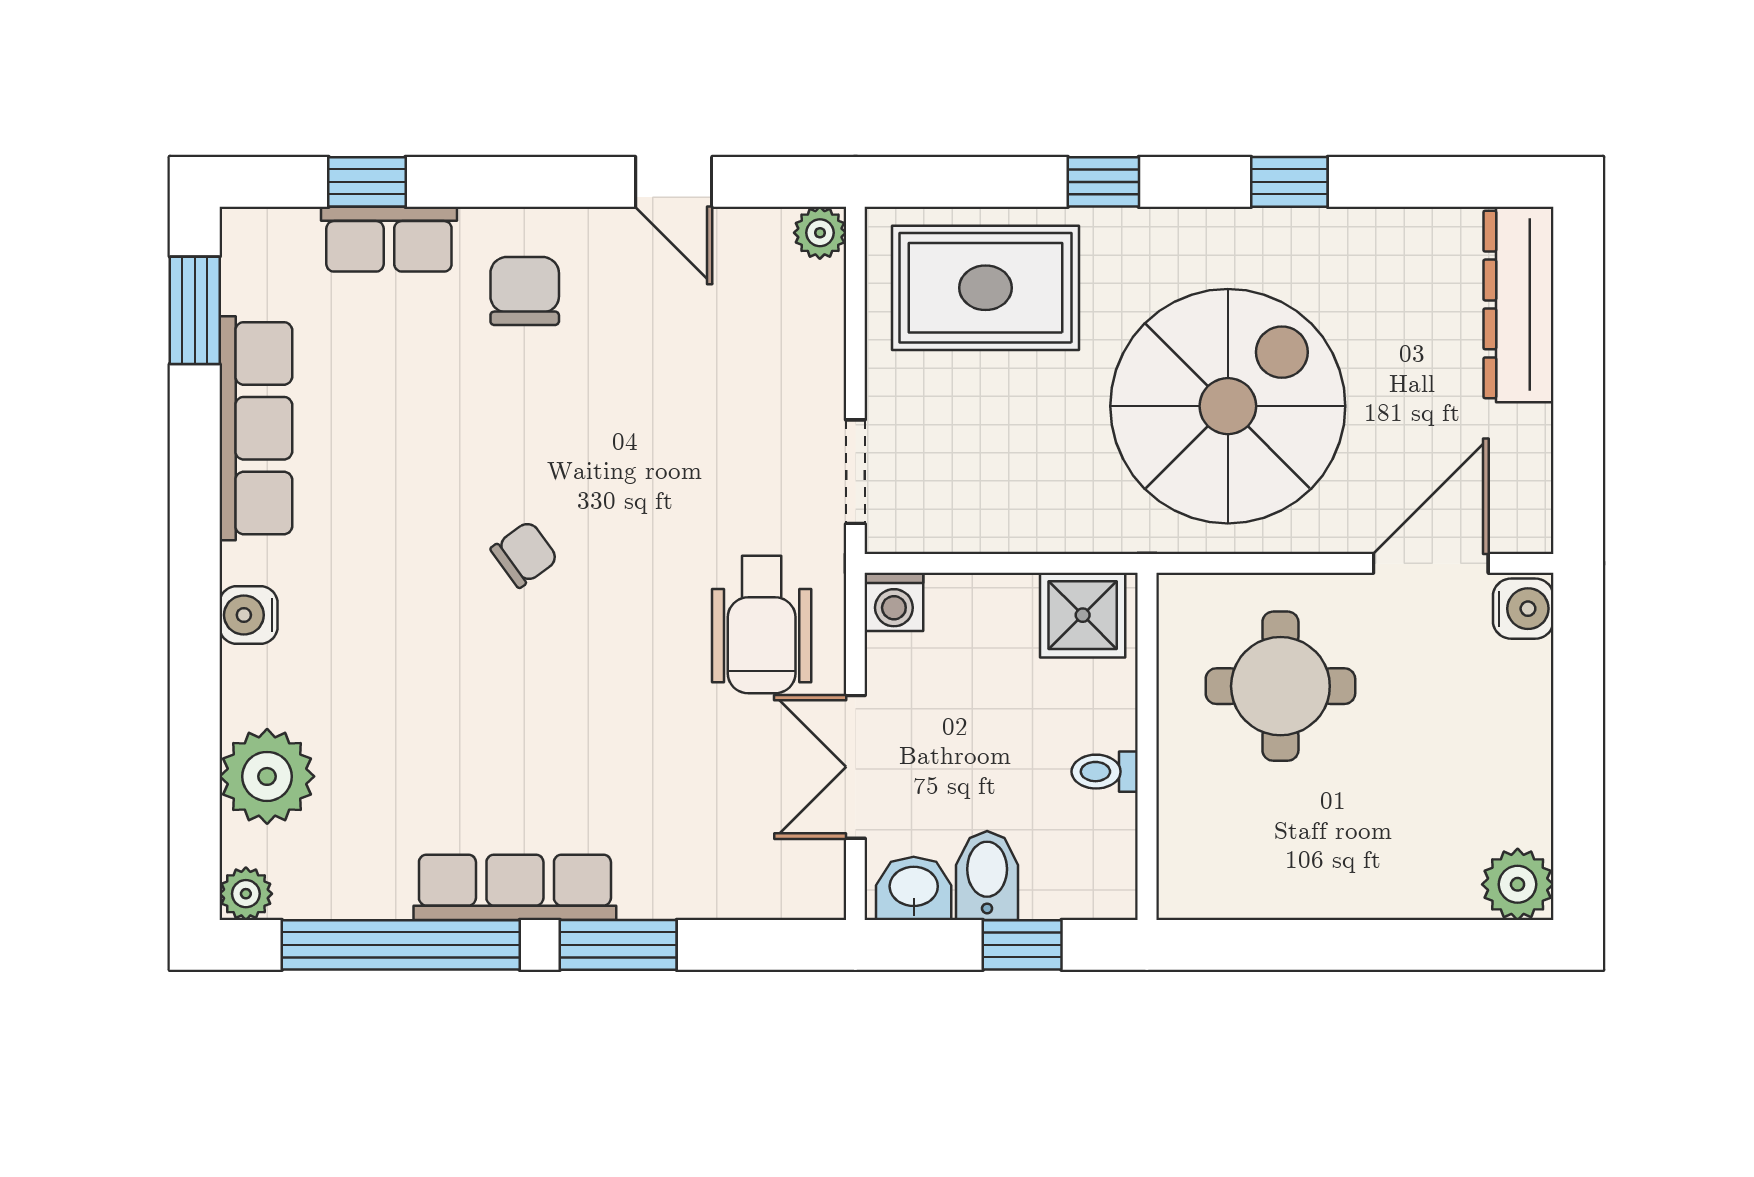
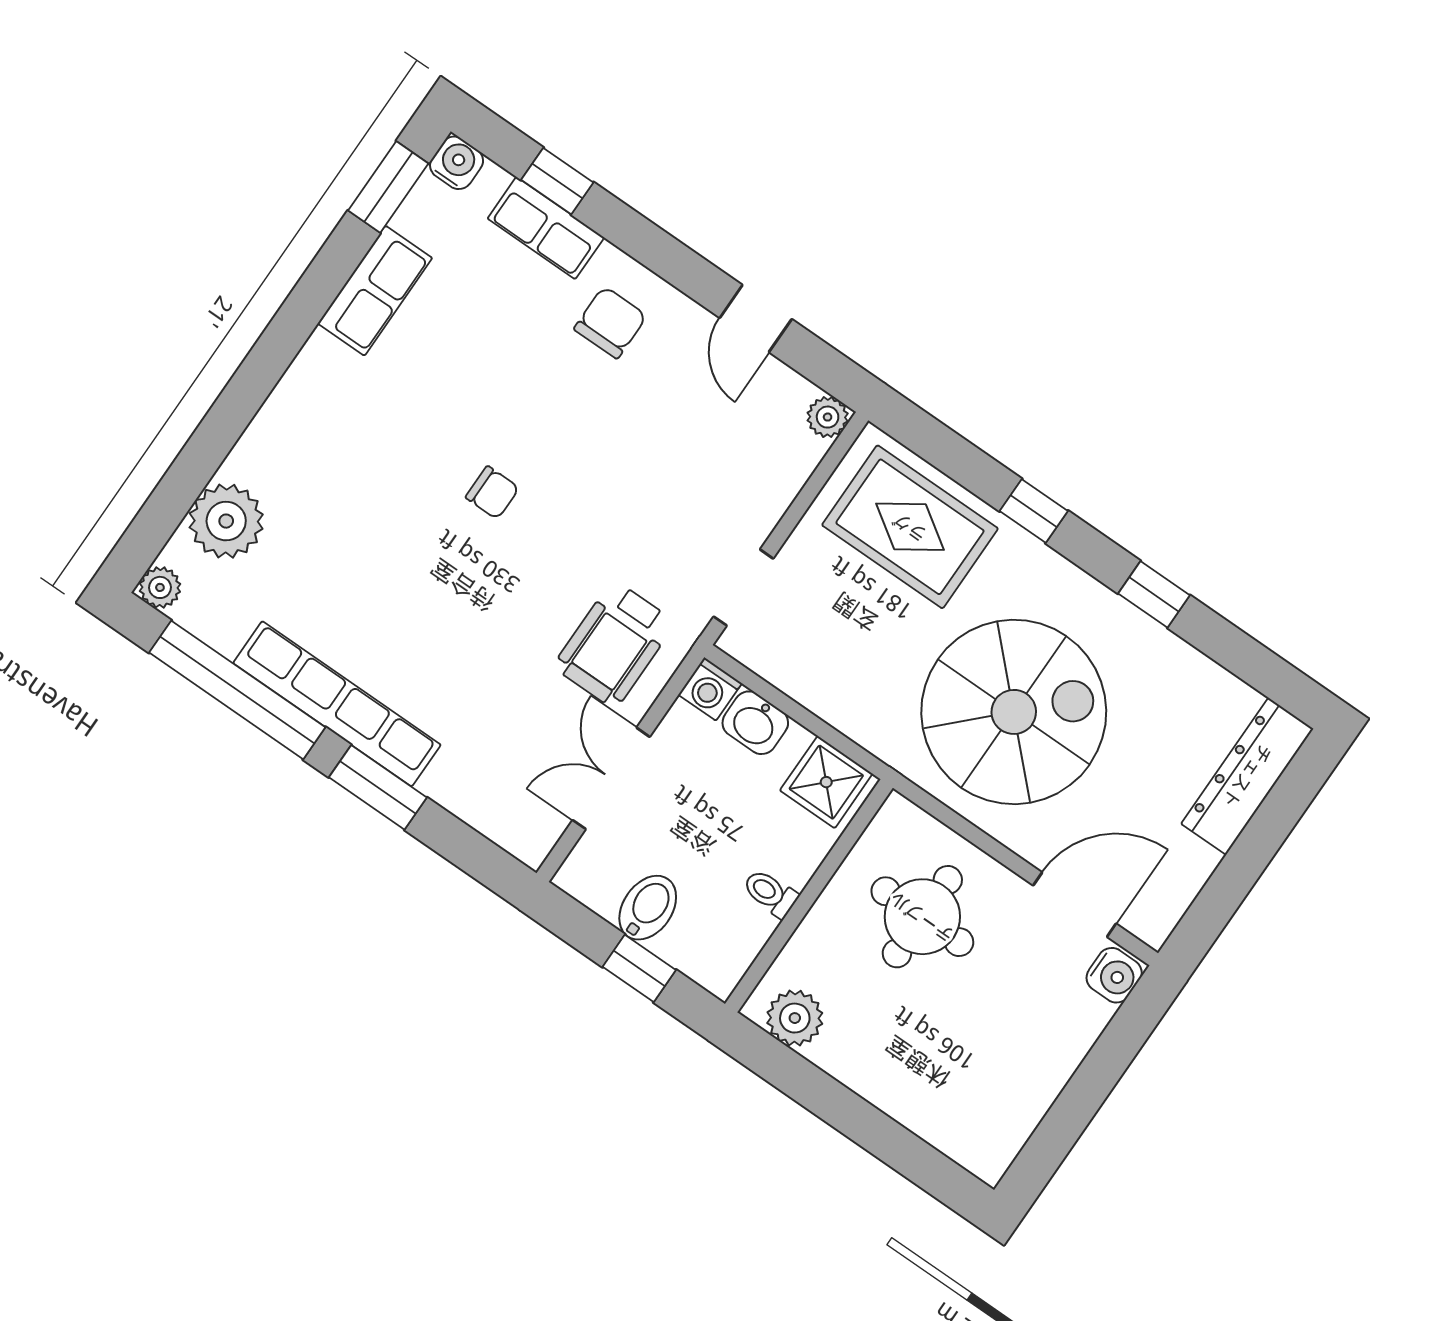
row of seats: (256, 428) -> (375, 291), width x0.68
chair: (524, 554) -> (492, 493), turned 36
water cooler: (249, 615) -> (457, 163), moved, turned 90
plant: (1518, 884) -> (795, 1018), moved
row of seats: (515, 887) -> (337, 704), width x1.36
washbasin: (914, 888) -> (755, 723), moved, turned 180

